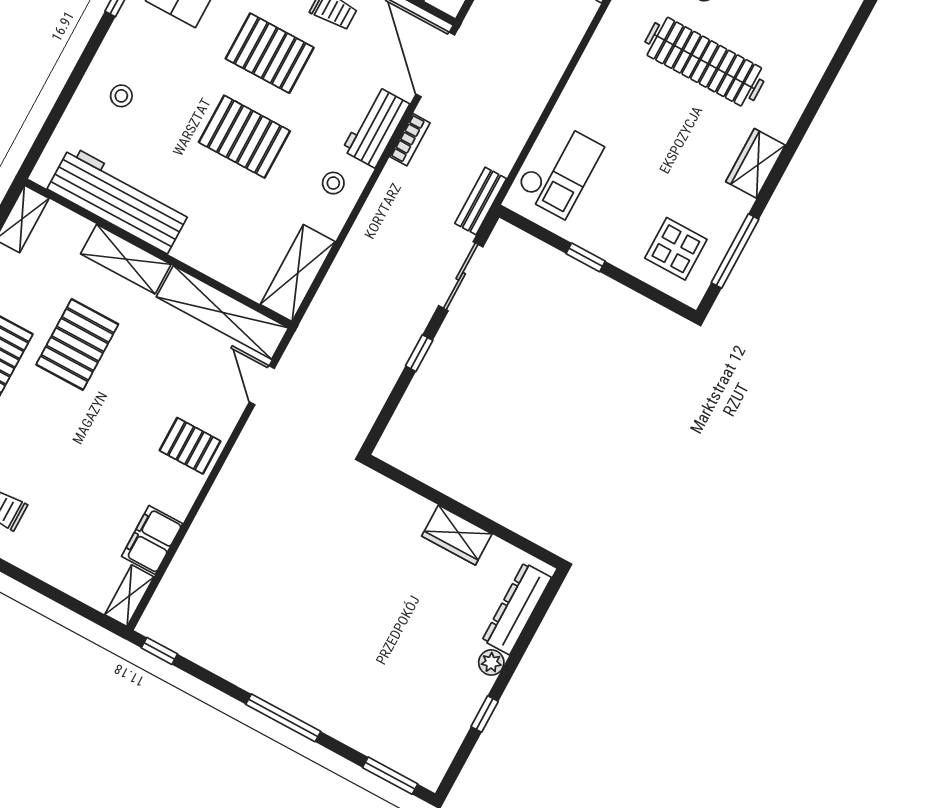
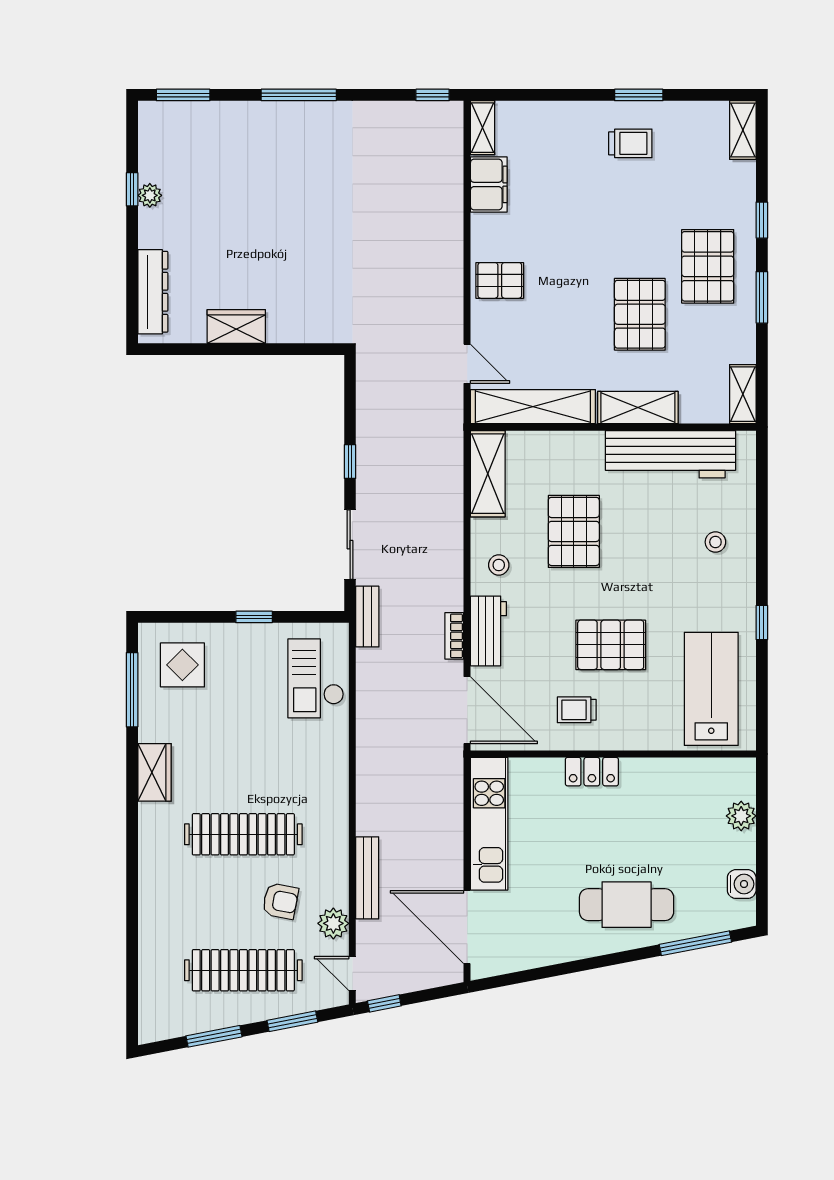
pallet: (244, 137) -> (574, 531), moved, turned 90
plant: (491, 662) -> (150, 195), moved

